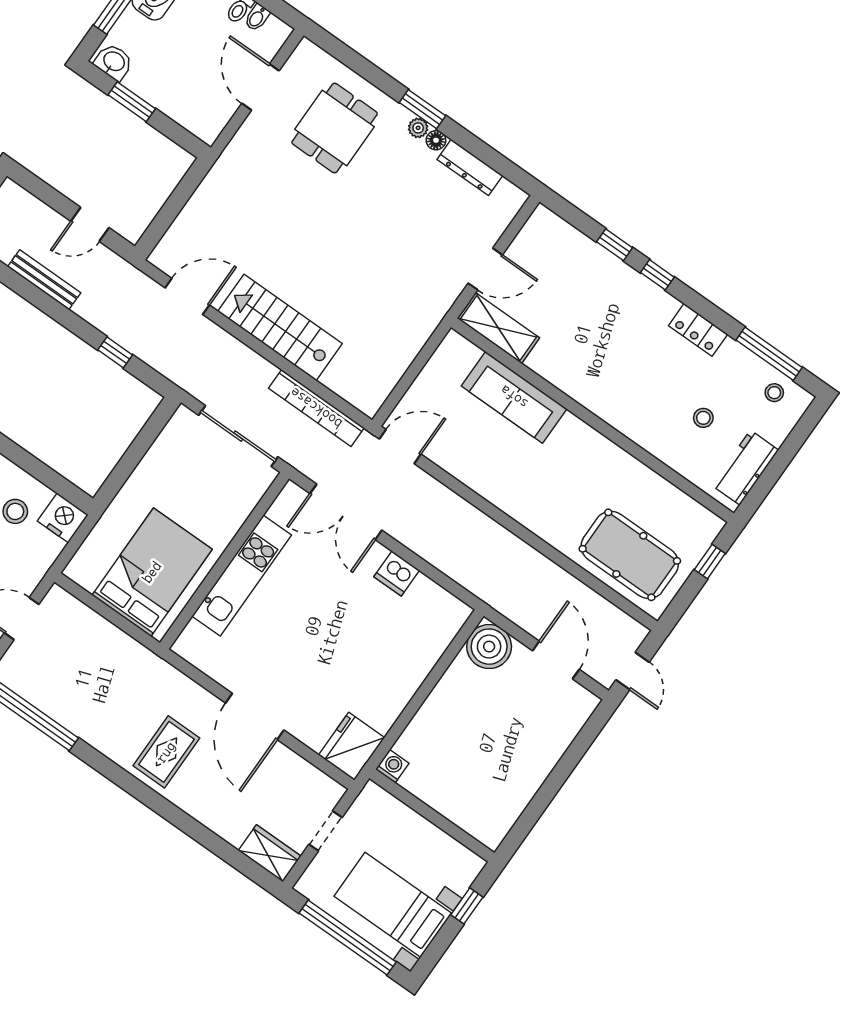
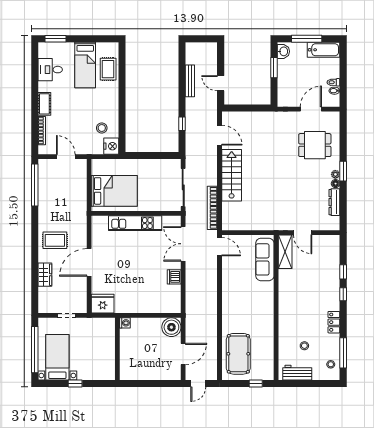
sofa: (514, 397) -> (265, 259), moved
washing machine: (392, 766) -> (125, 323), moved
wall: (432, 815) -> (117, 349), moved
wardrobe: (270, 853) -> (45, 275), moved

